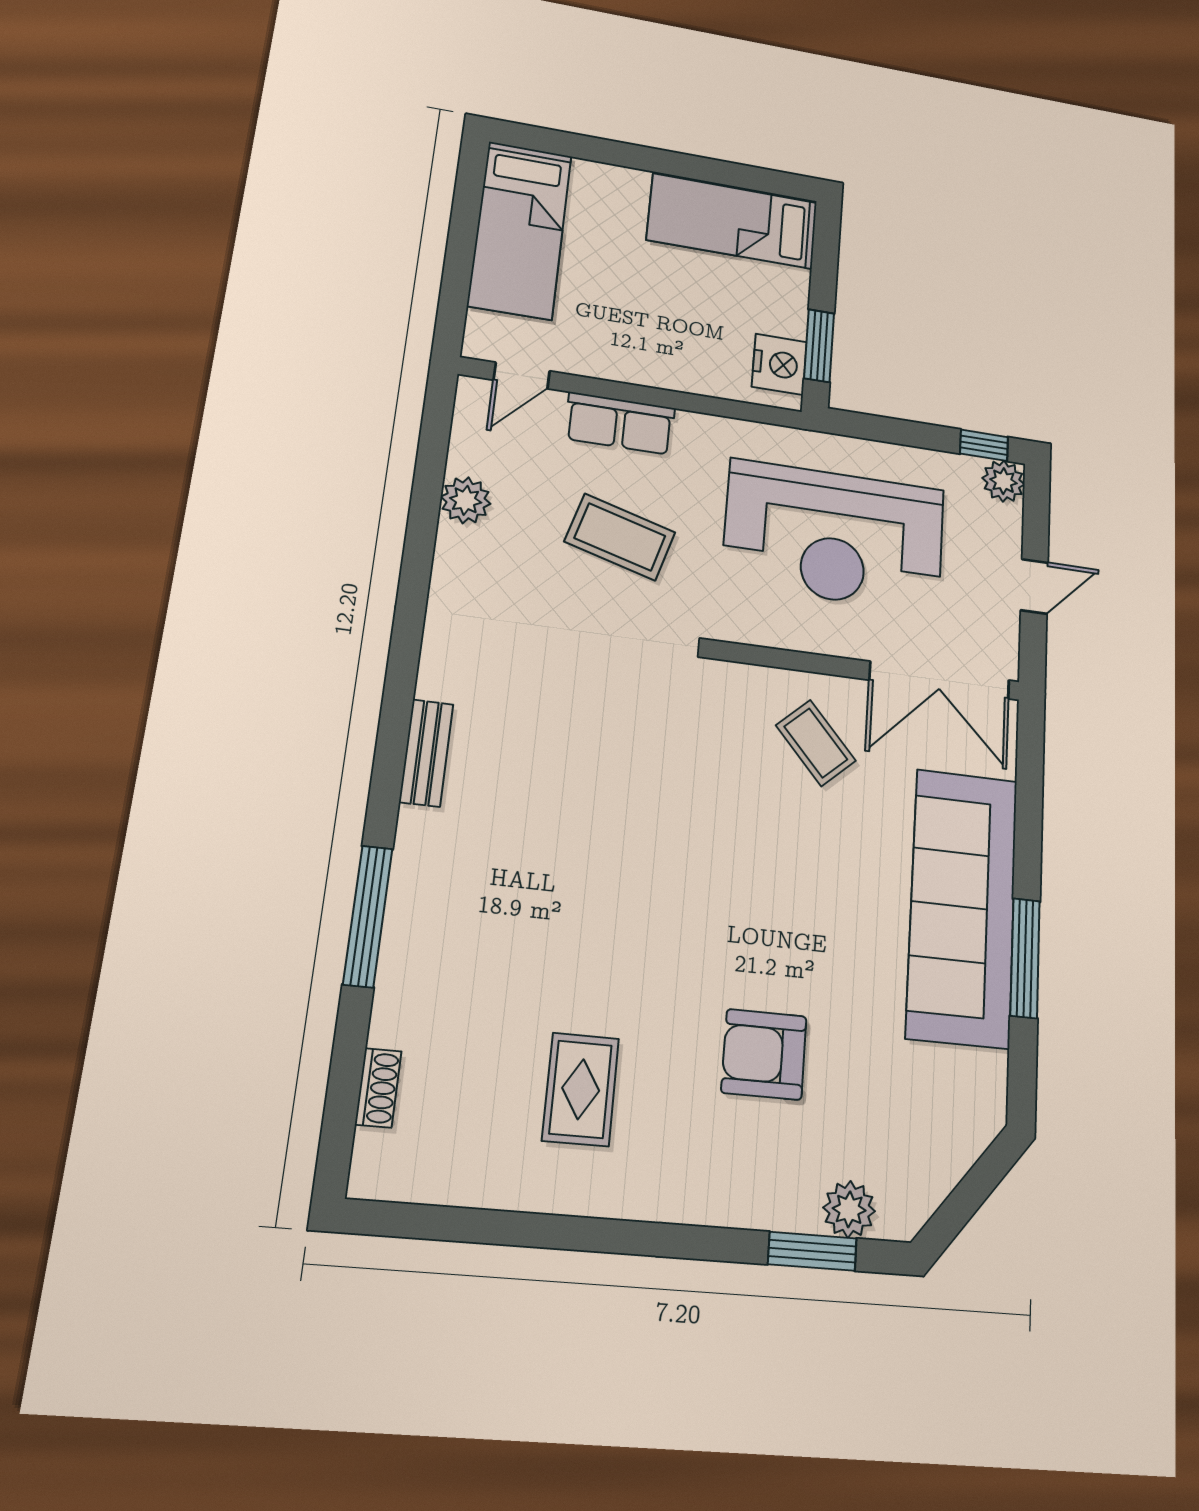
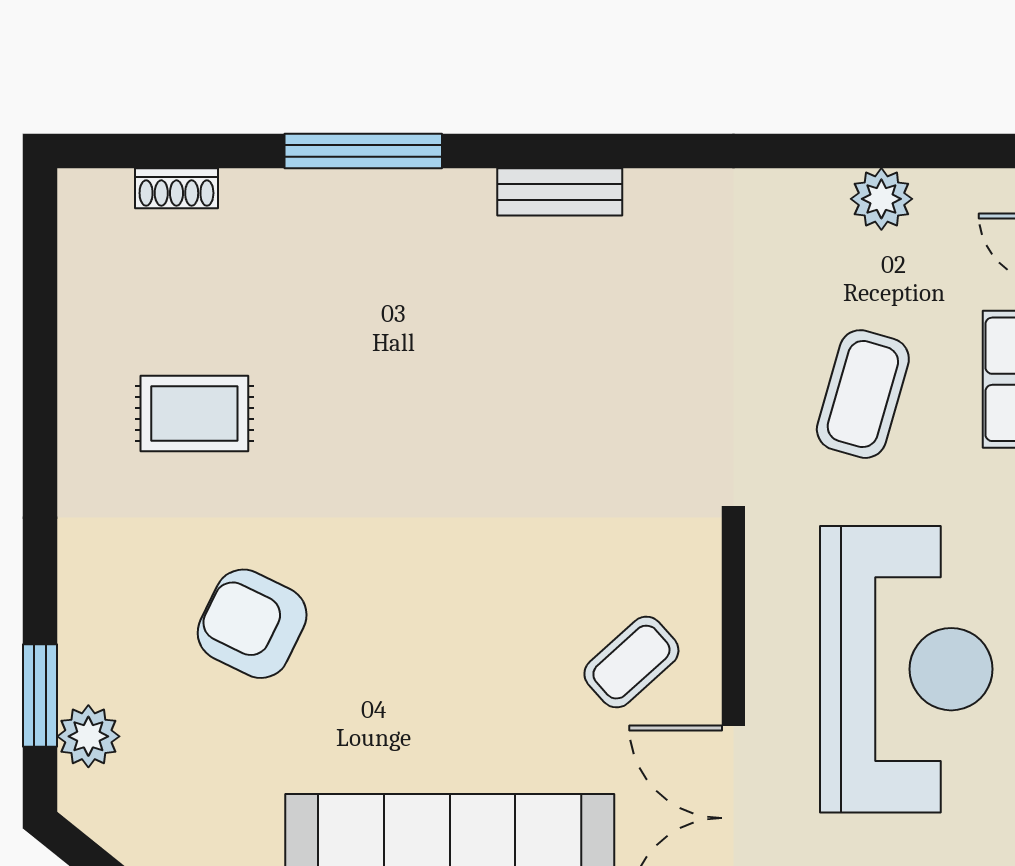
reception desk: (834, 536) -> (906, 669), turned 180
armchair: (764, 1054) -> (252, 624), turned -64

